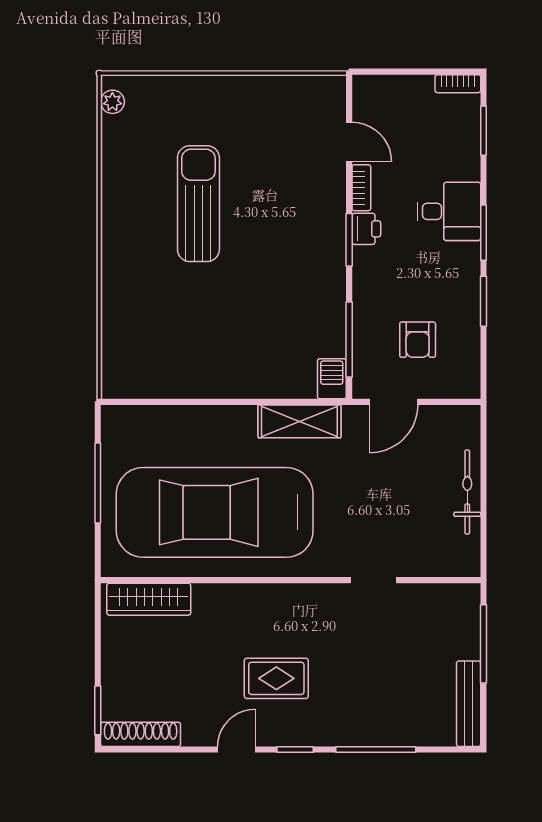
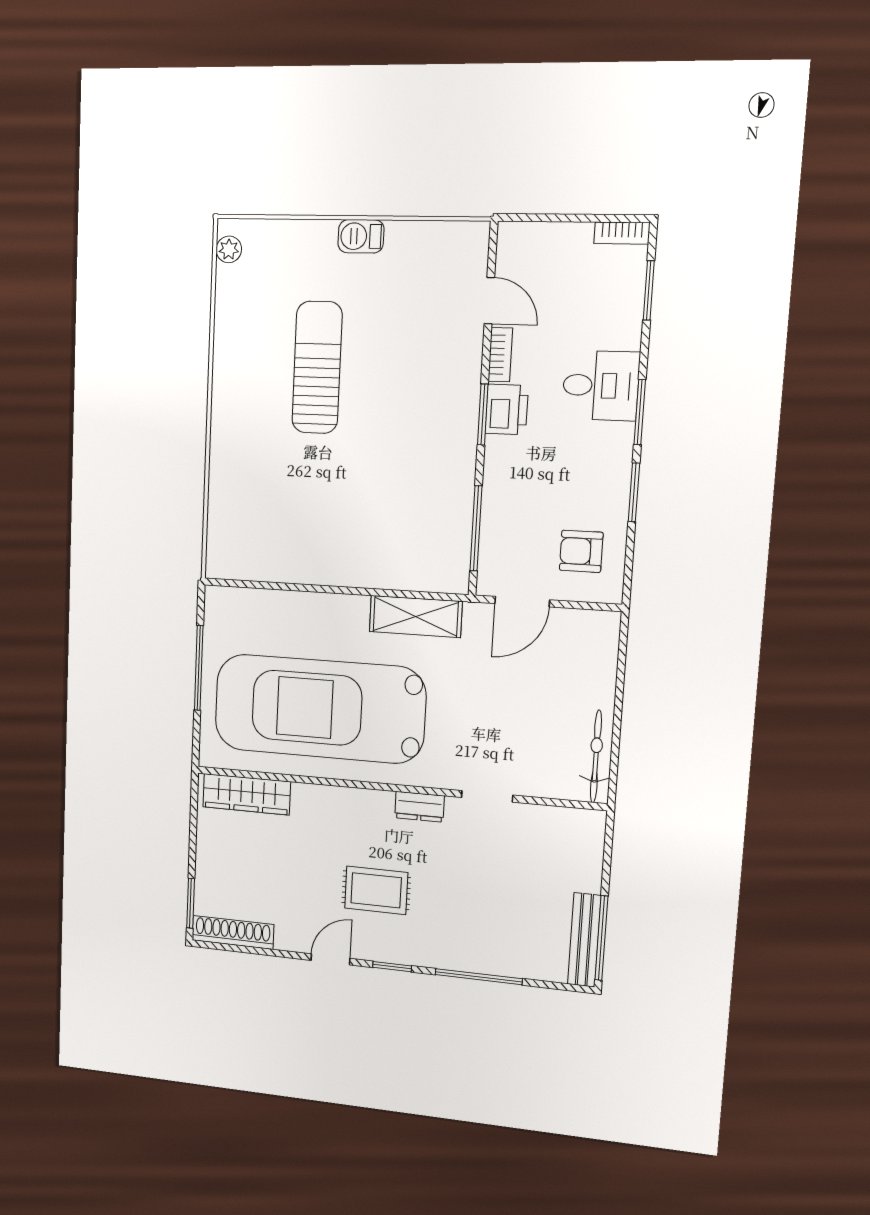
printer: (366, 229) -> (507, 409), width x1.36, depth x1.24
armchair: (418, 340) -> (581, 551), moved, turned 90
barbecue: (332, 379) -> (361, 236), moved, turned -90
bicycle: (467, 492) -> (596, 756), moved
dresser: (313, 596) -> (420, 807), added
window: (484, 644) -> (601, 938), moved

